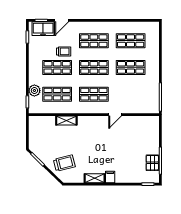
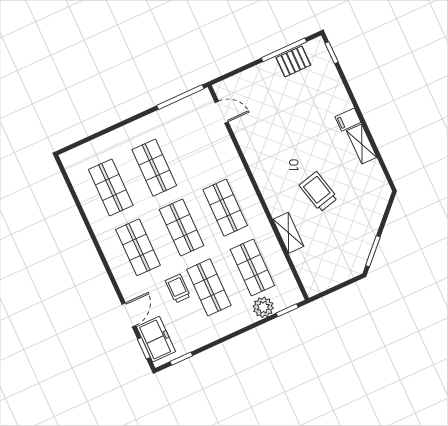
door: (62, 20) -> (129, 315), hinge flipped
door: (115, 115) -> (222, 112), moved
trolley: (64, 163) -> (318, 192), moved

